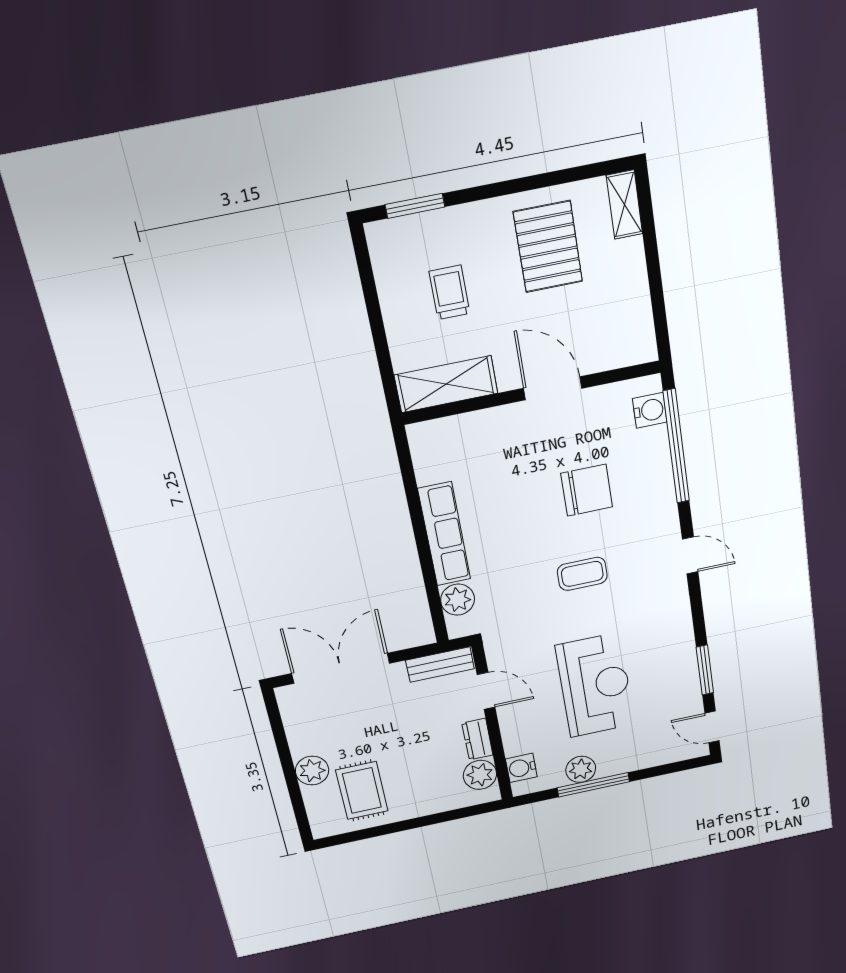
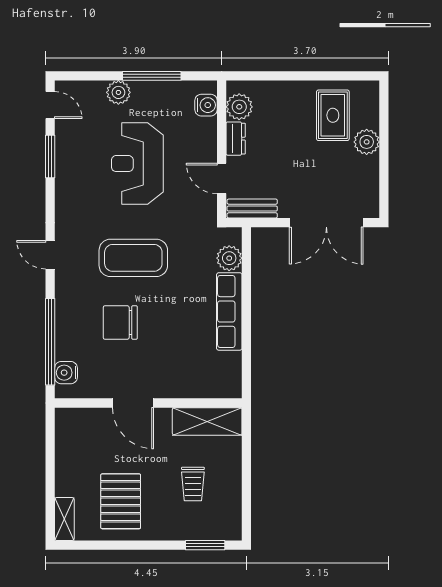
coffee table: (582, 574) -> (133, 258), width x1.86, depth x1.72
plant: (581, 769) -> (118, 92), moved

